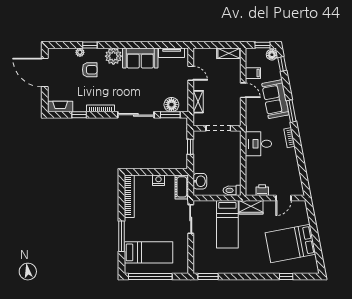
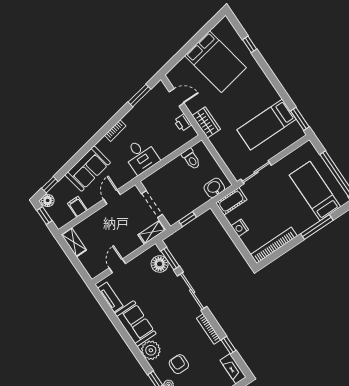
door: (243, 90) -> (112, 197), moved
shelving: (198, 102) -> (152, 232), moved
window: (291, 111) -> (139, 96), moved
toilet: (232, 190) -> (191, 159), moved
bed: (227, 224) -> (267, 124), moved, turned 180

